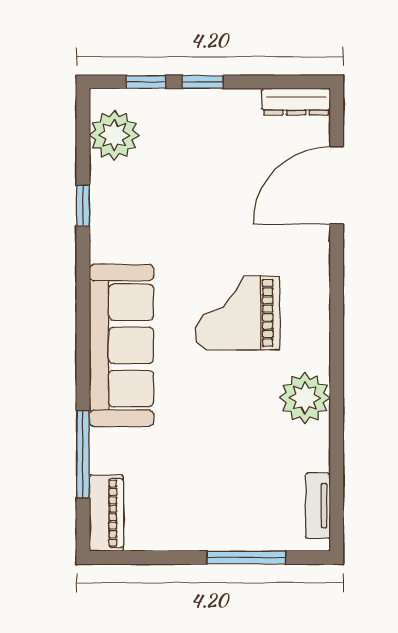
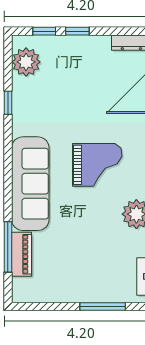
grand piano: (237, 313) -> (97, 165), turned 180
piano: (106, 513) -> (22, 254), moved

